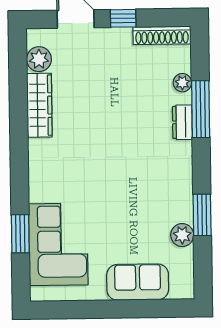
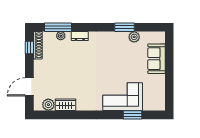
window: (123, 18) -> (29, 47), moved
wardrobe: (39, 105) -> (66, 105), width x0.67
window: (201, 109) -> (58, 27), moved
corner sofa: (58, 244) -> (123, 97), moved

